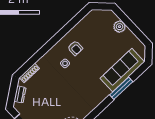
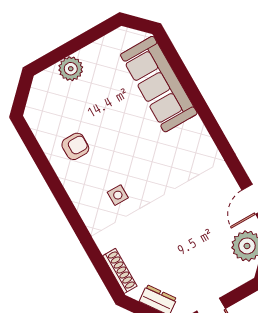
armchair: (75, 48) -> (75, 146), moved
window: (121, 88) -> (194, 95), removed

